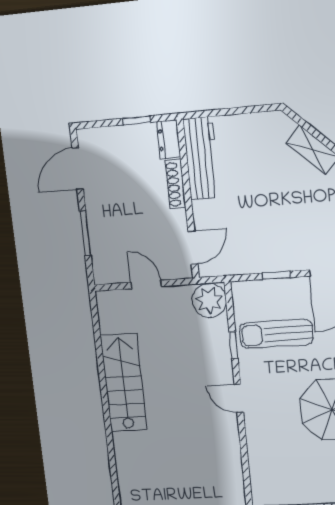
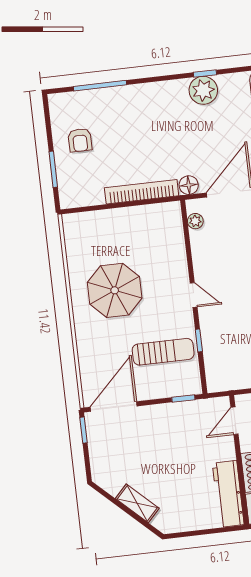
window: (276, 275) -> (183, 398), moved
plant: (209, 300) -> (195, 221), moved, width x0.53, depth x0.53

